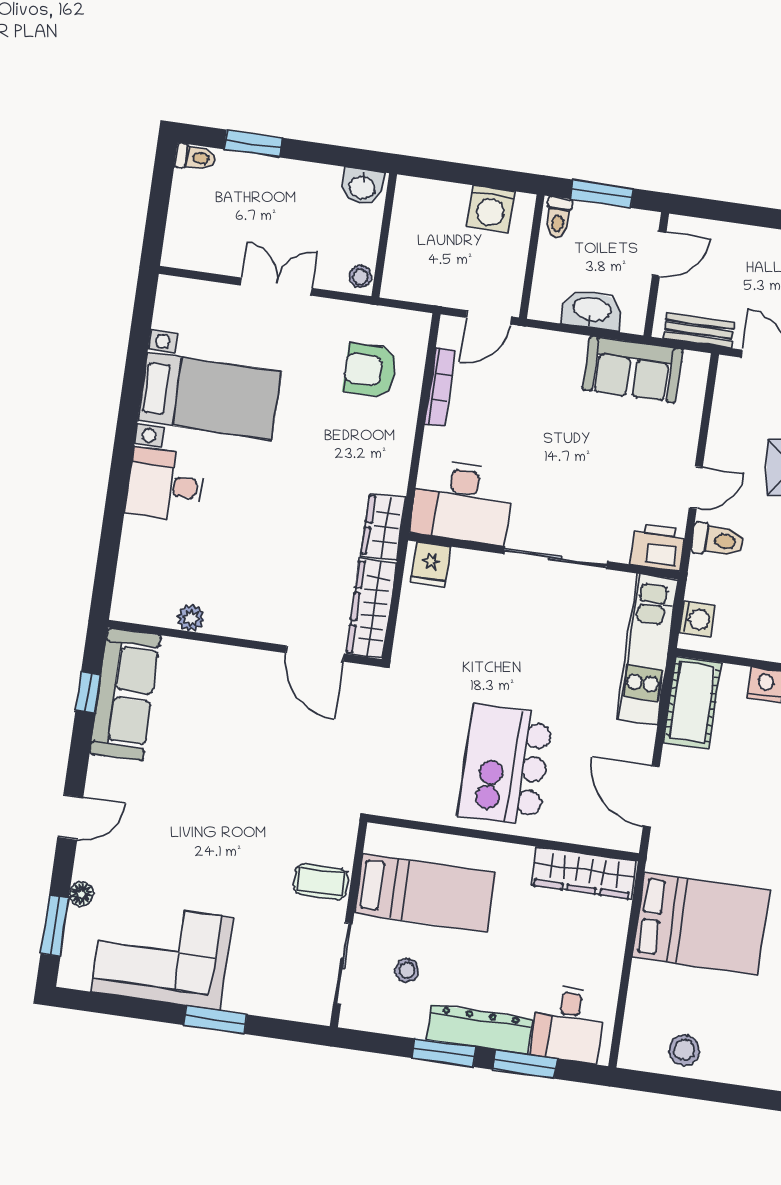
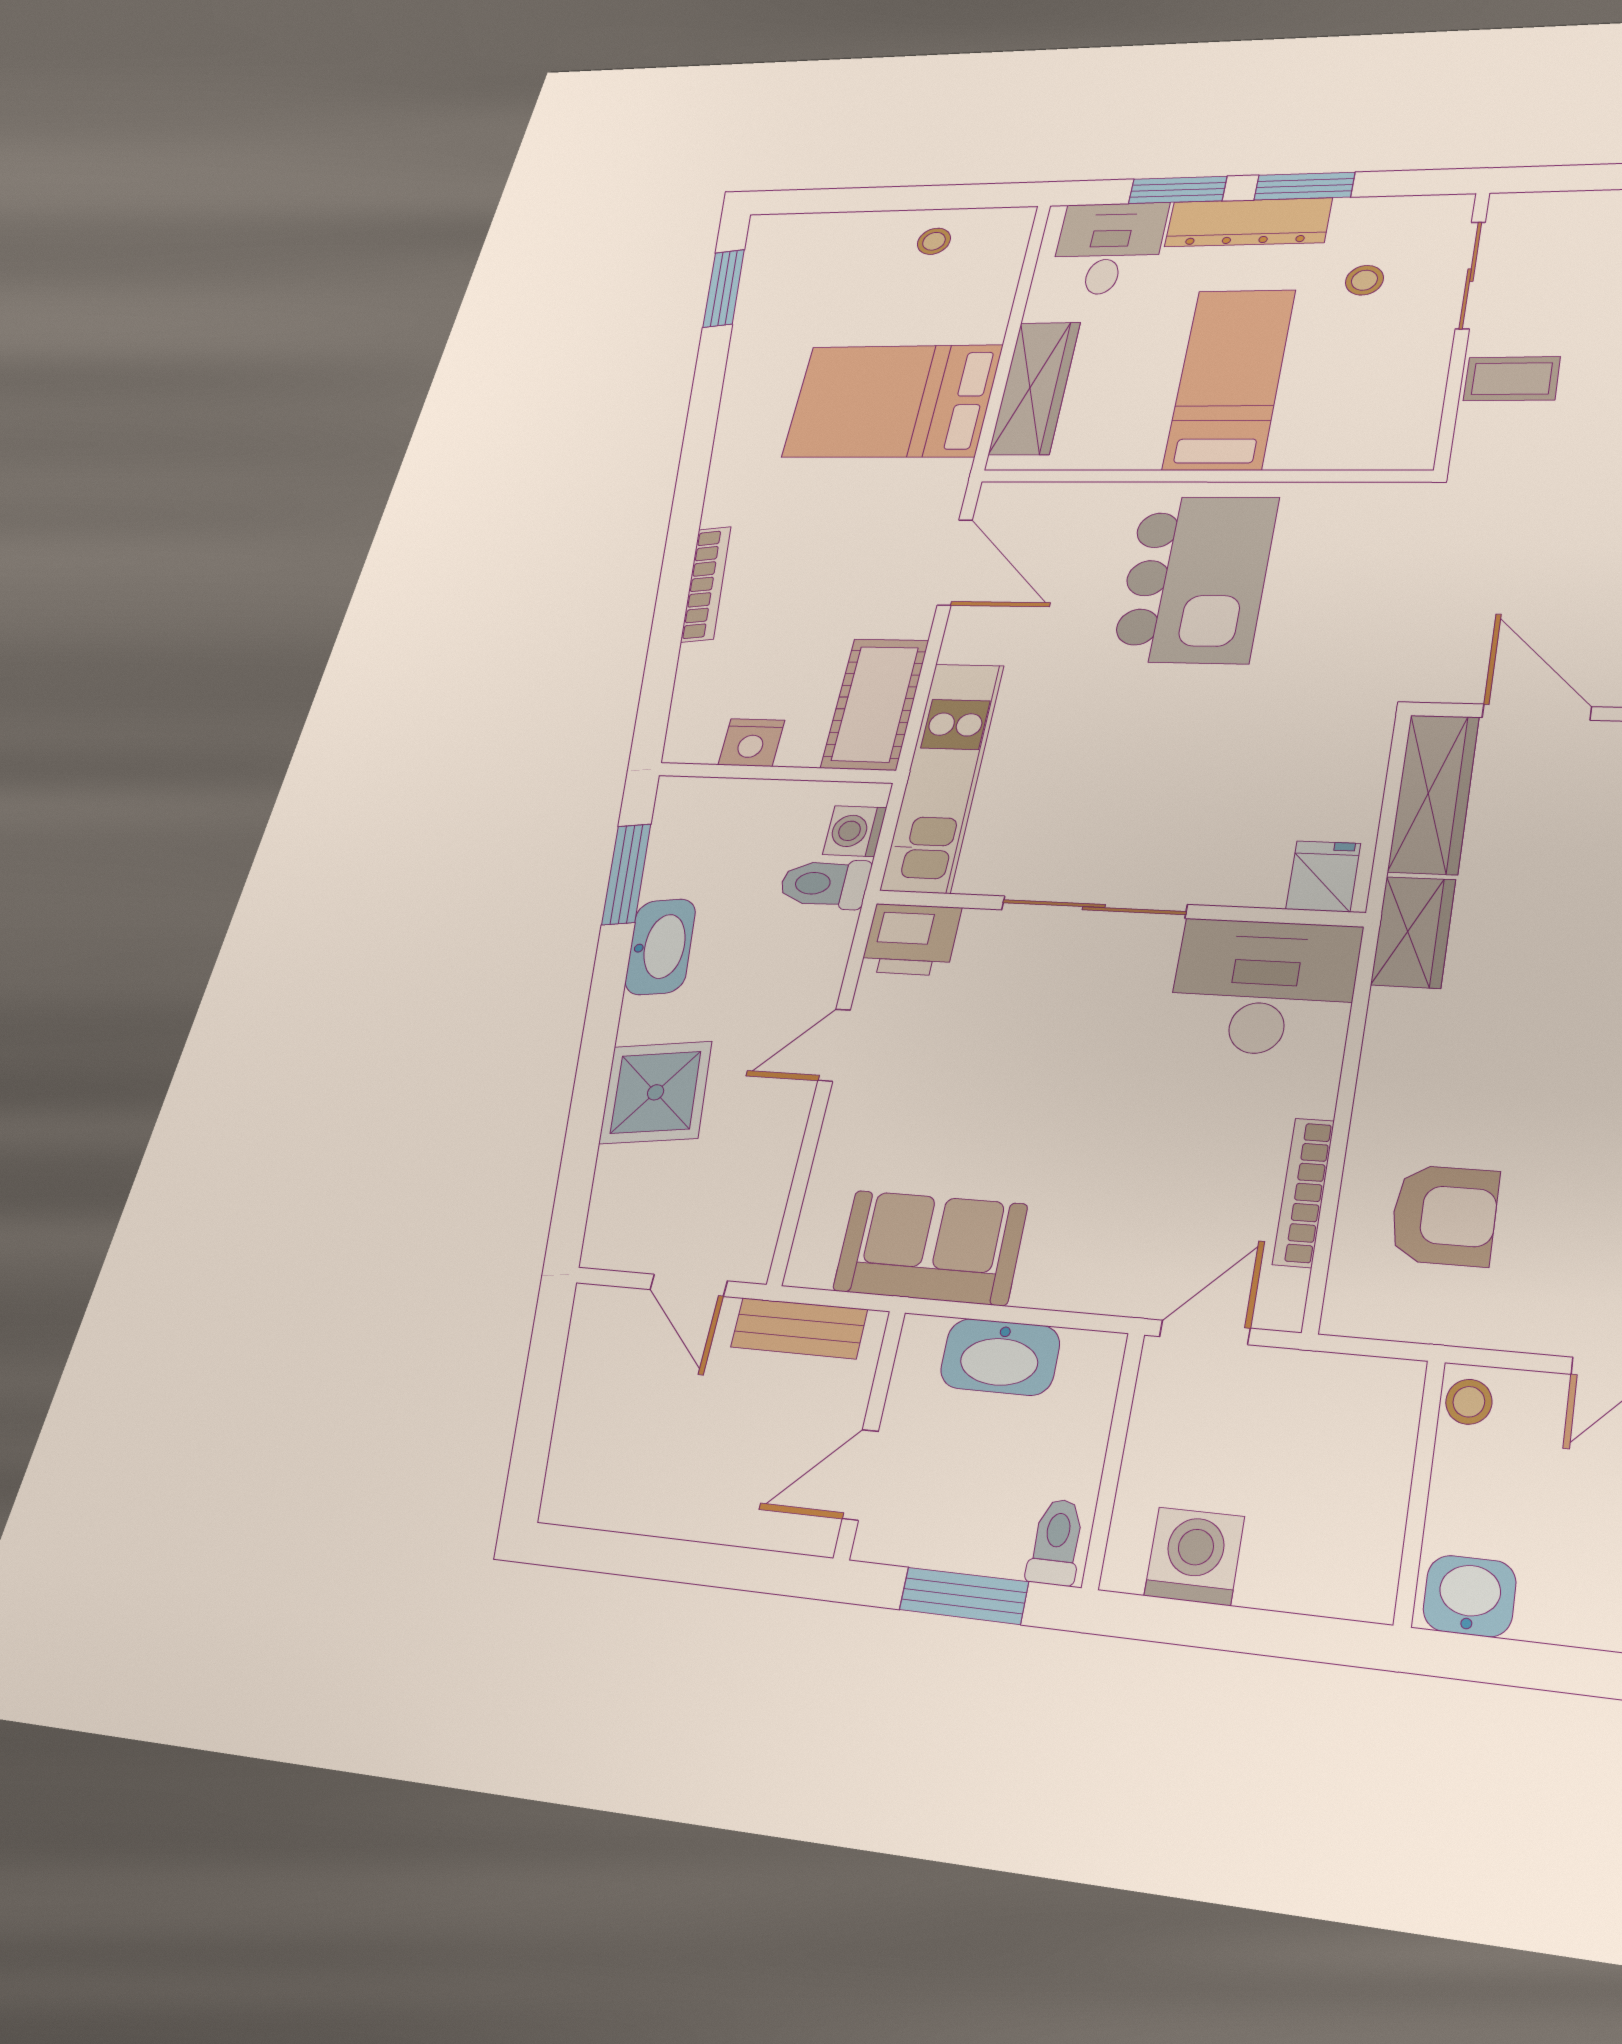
toilet: (718, 540) -> (825, 884), moved
wardrobe: (584, 873) -> (1035, 388), moved, turned 90
bed: (425, 893) -> (1230, 379), moved, turned 90
stool: (684, 1050) -> (934, 241), width x0.73, depth x0.73

